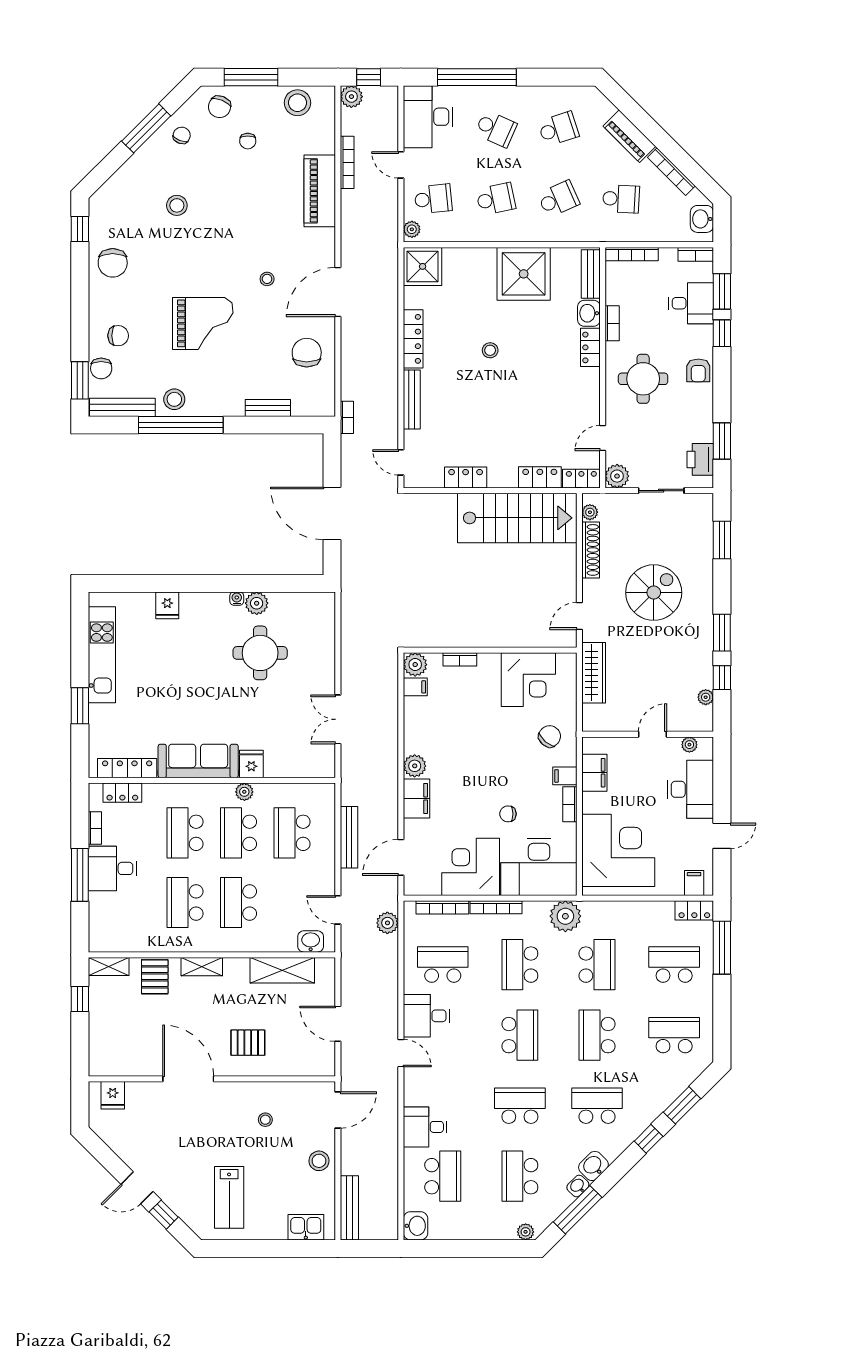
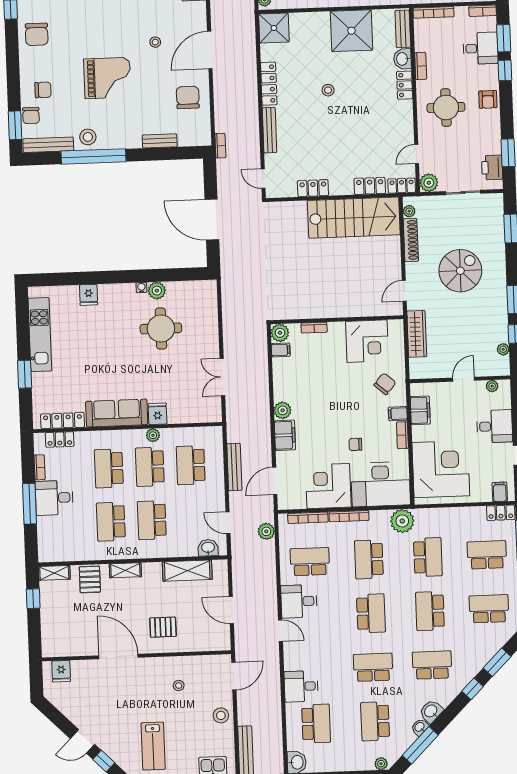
desk: (691, 789) -> (495, 426), width x0.73

